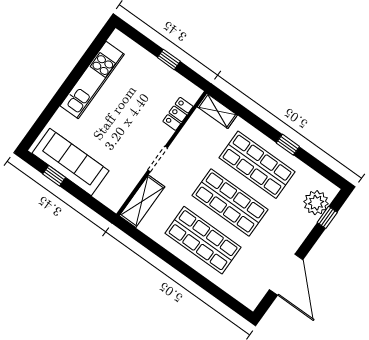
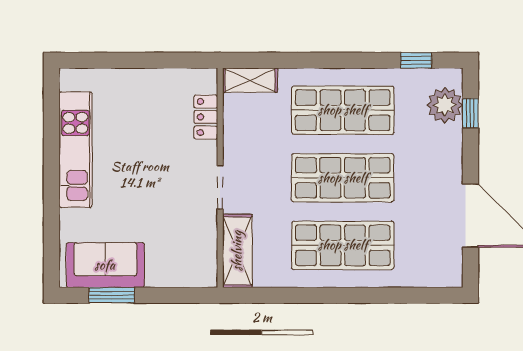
window: (169, 59) -> (149, 60), removed
window: (288, 145) -> (416, 60), moved
sofa: (71, 162) -> (105, 265), width x0.73
window: (54, 176) -> (112, 295), width x1.50

